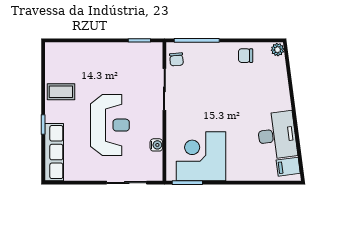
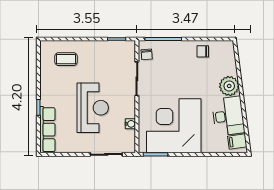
plant: (278, 50) -> (229, 86), moved, width x1.87, depth x1.87
coffee table: (61, 92) -> (66, 59), moved
corner desk: (201, 156) -> (174, 126), width x1.36, depth x1.36

